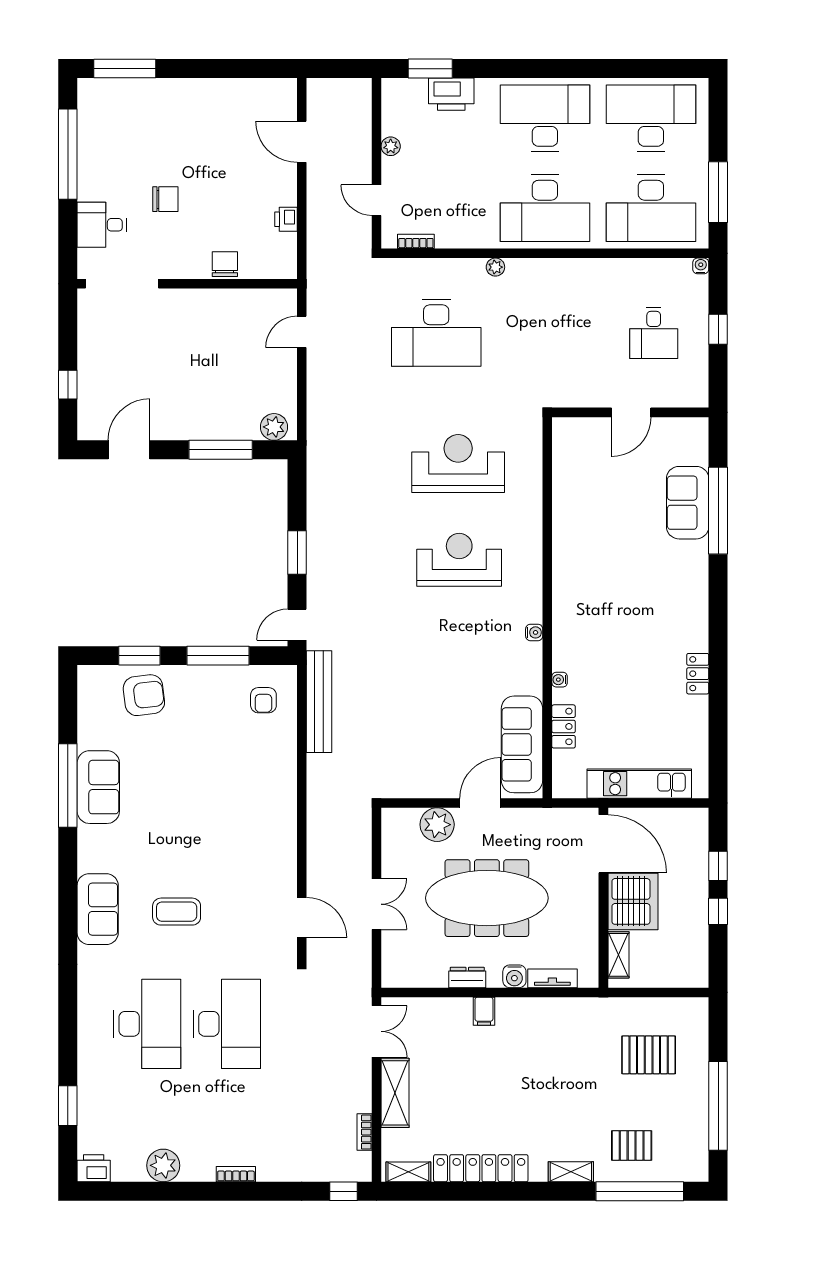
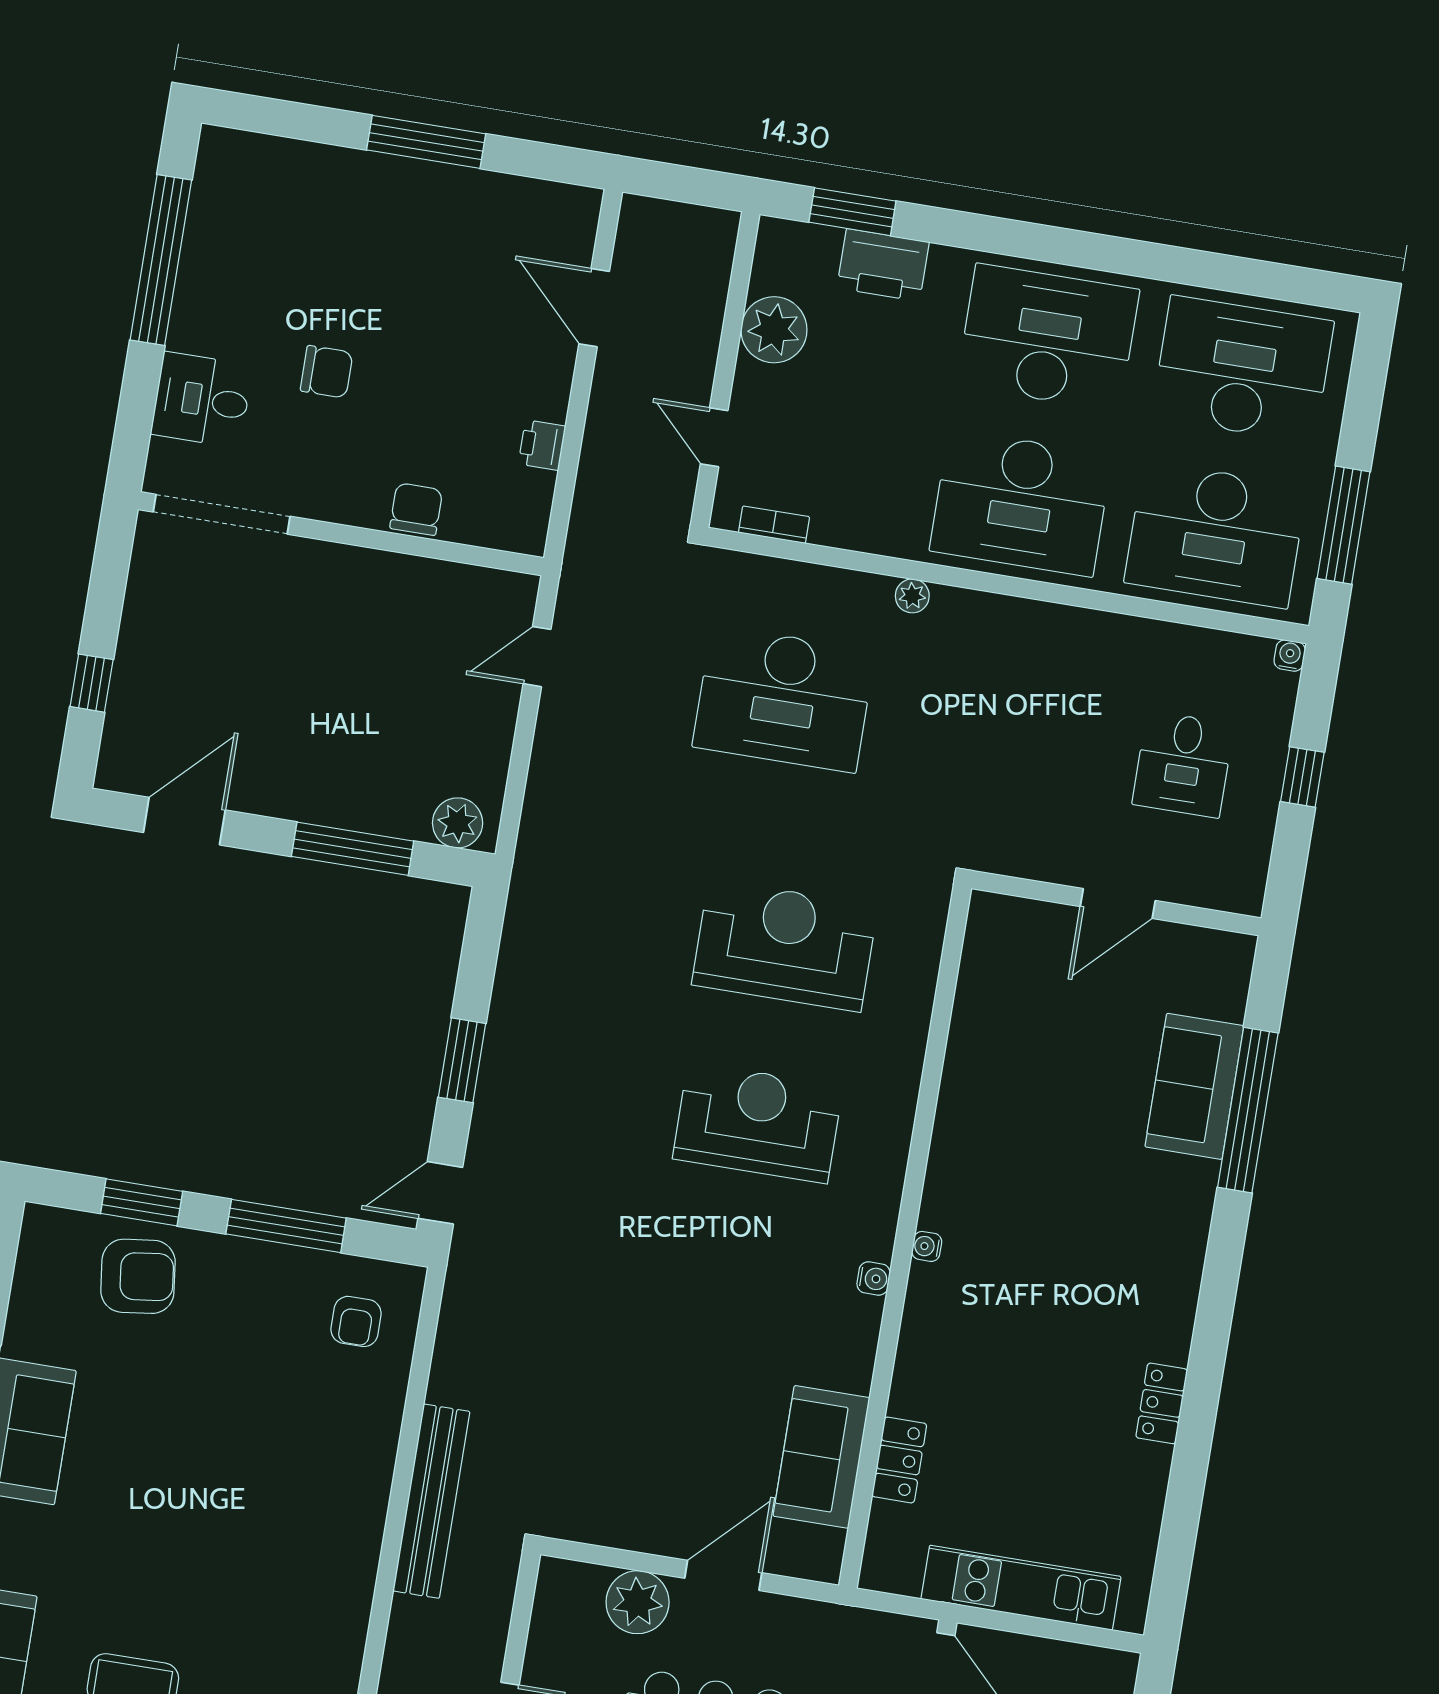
window: (125, 69) -> (426, 142), moved
plant: (391, 146) -> (774, 330), width x1.87, depth x1.87
water cooler: (560, 680) -> (927, 1246), moved
bench: (319, 702) -> (431, 1501), moved
sofa: (522, 744) -> (821, 1457), width x0.73

